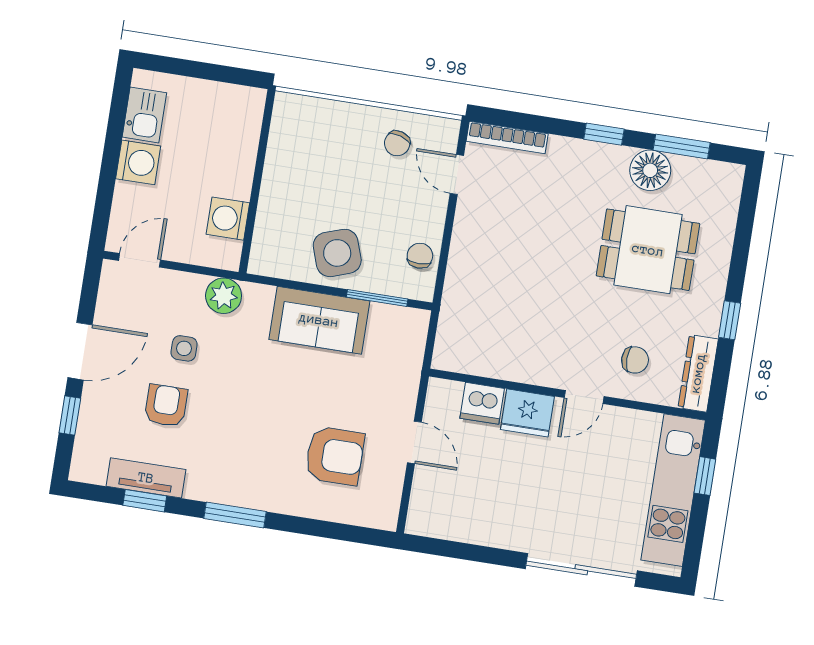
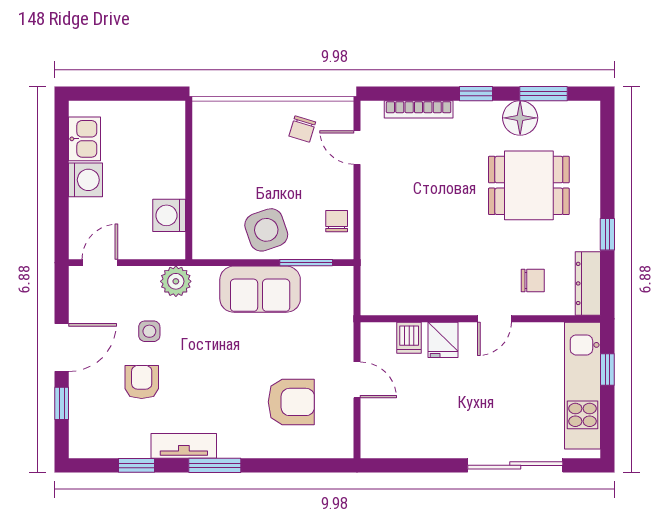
bookcase: (507, 137) -> (419, 109), moved
dishwasher: (482, 403) -> (409, 338), width x0.73
fridge: (527, 413) -> (443, 340), width x0.72
tv unit: (146, 478) -> (184, 446), moved

